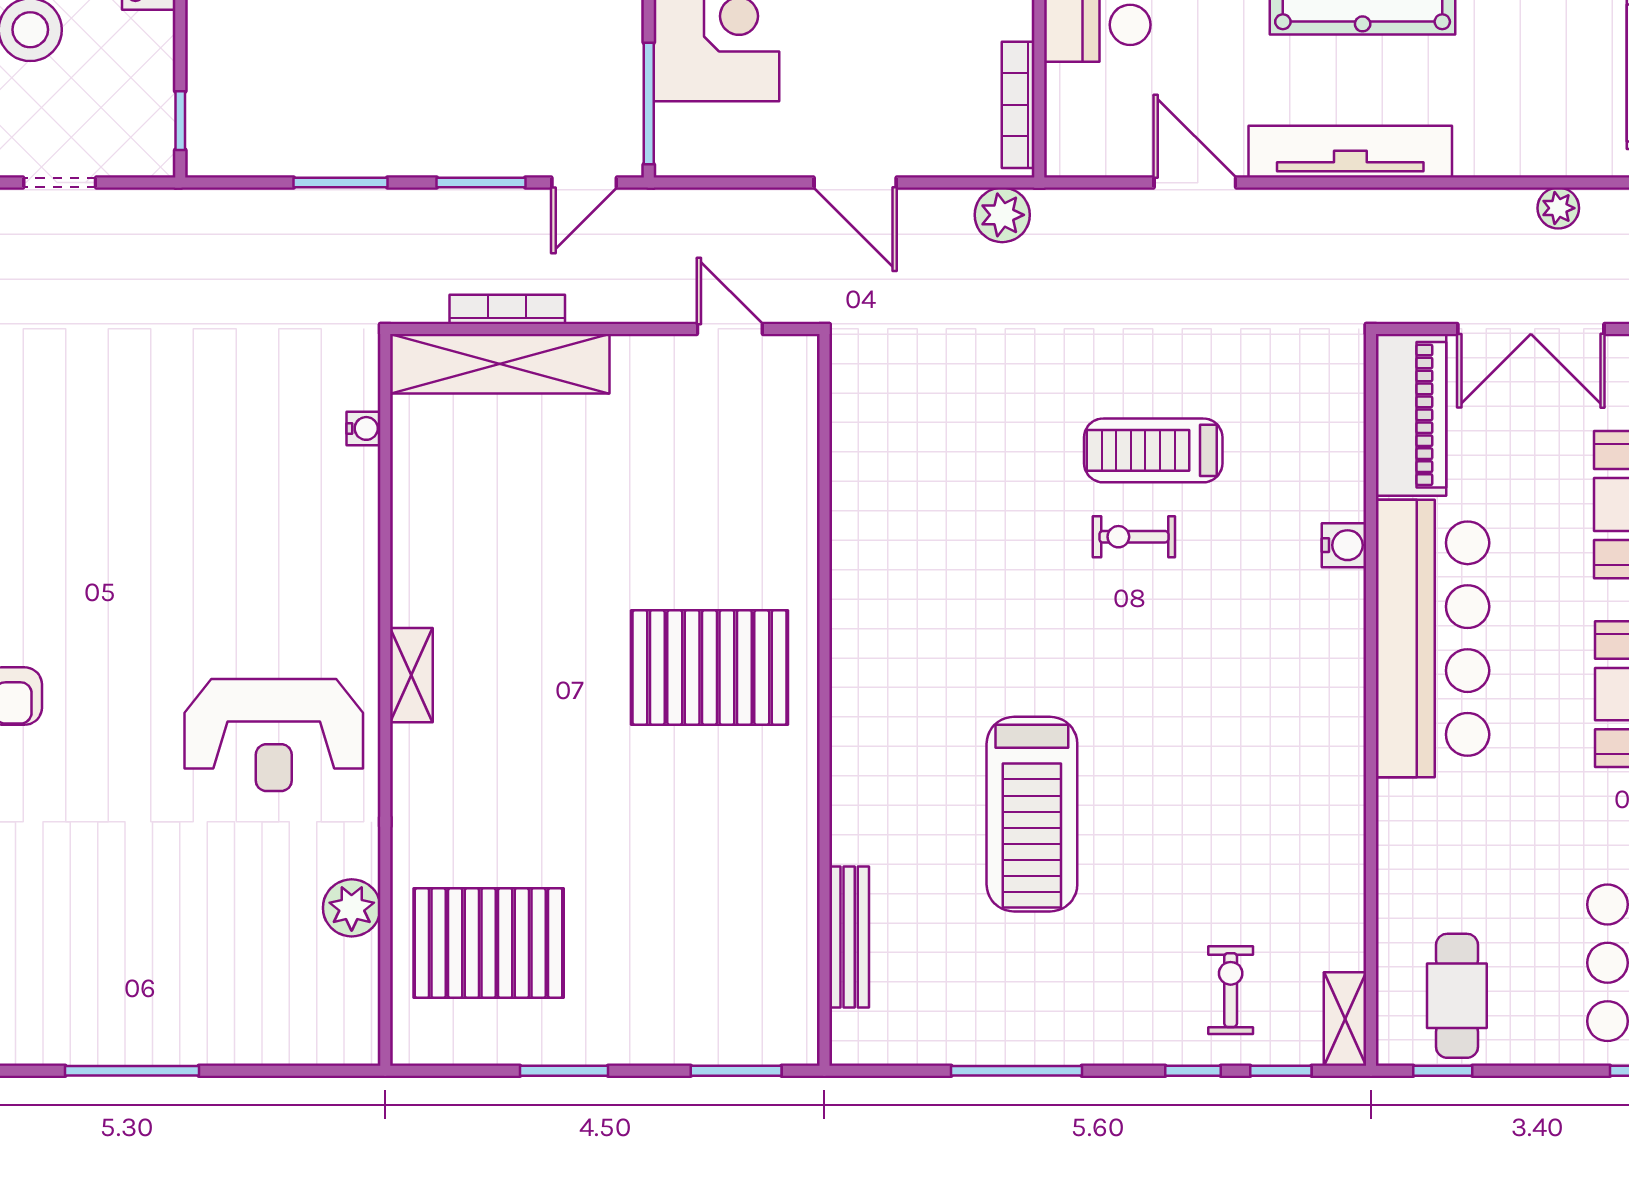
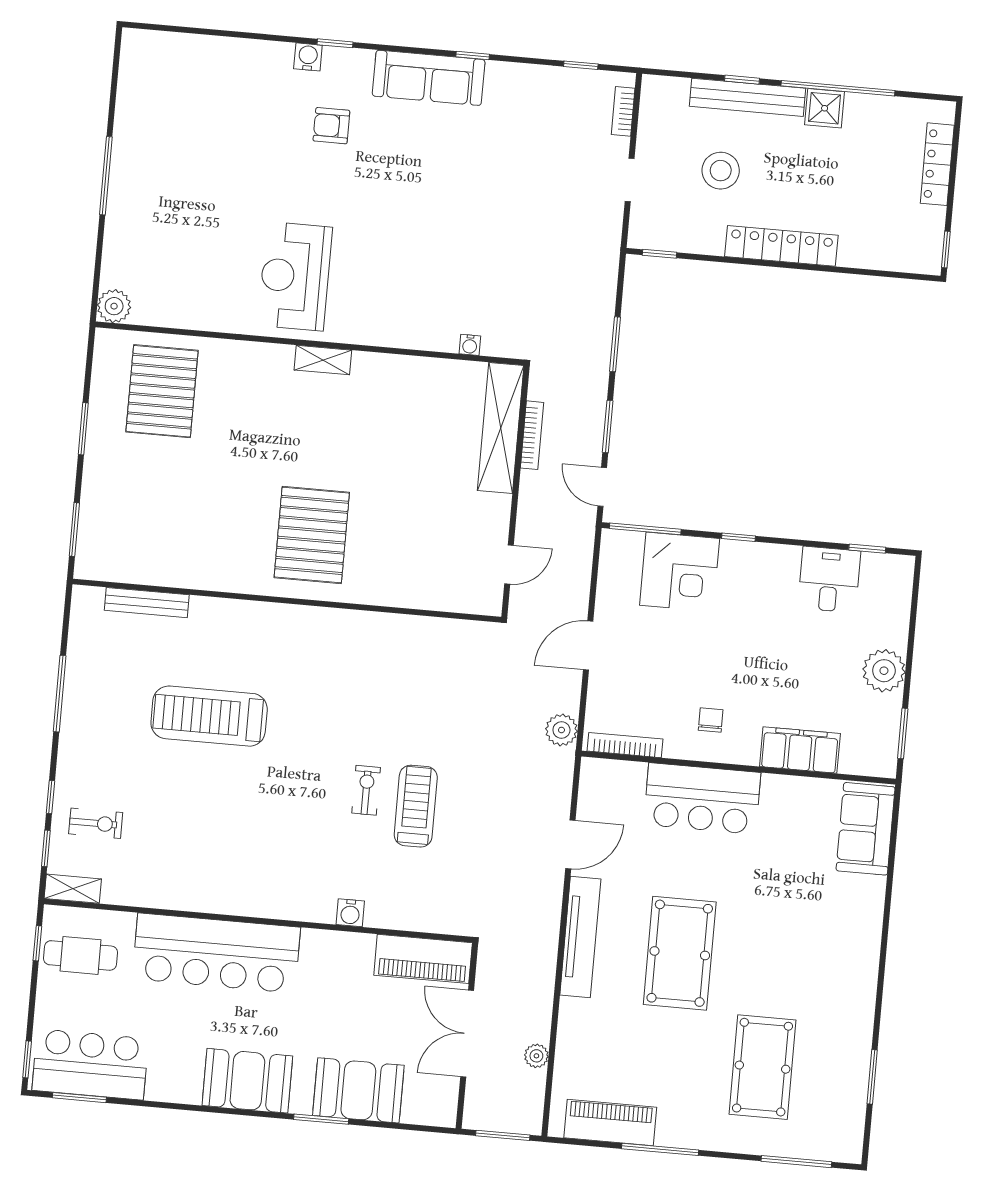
bar counter: (1432, 639) -> (216, 953), moved
plant: (352, 908) -> (114, 306), moved

